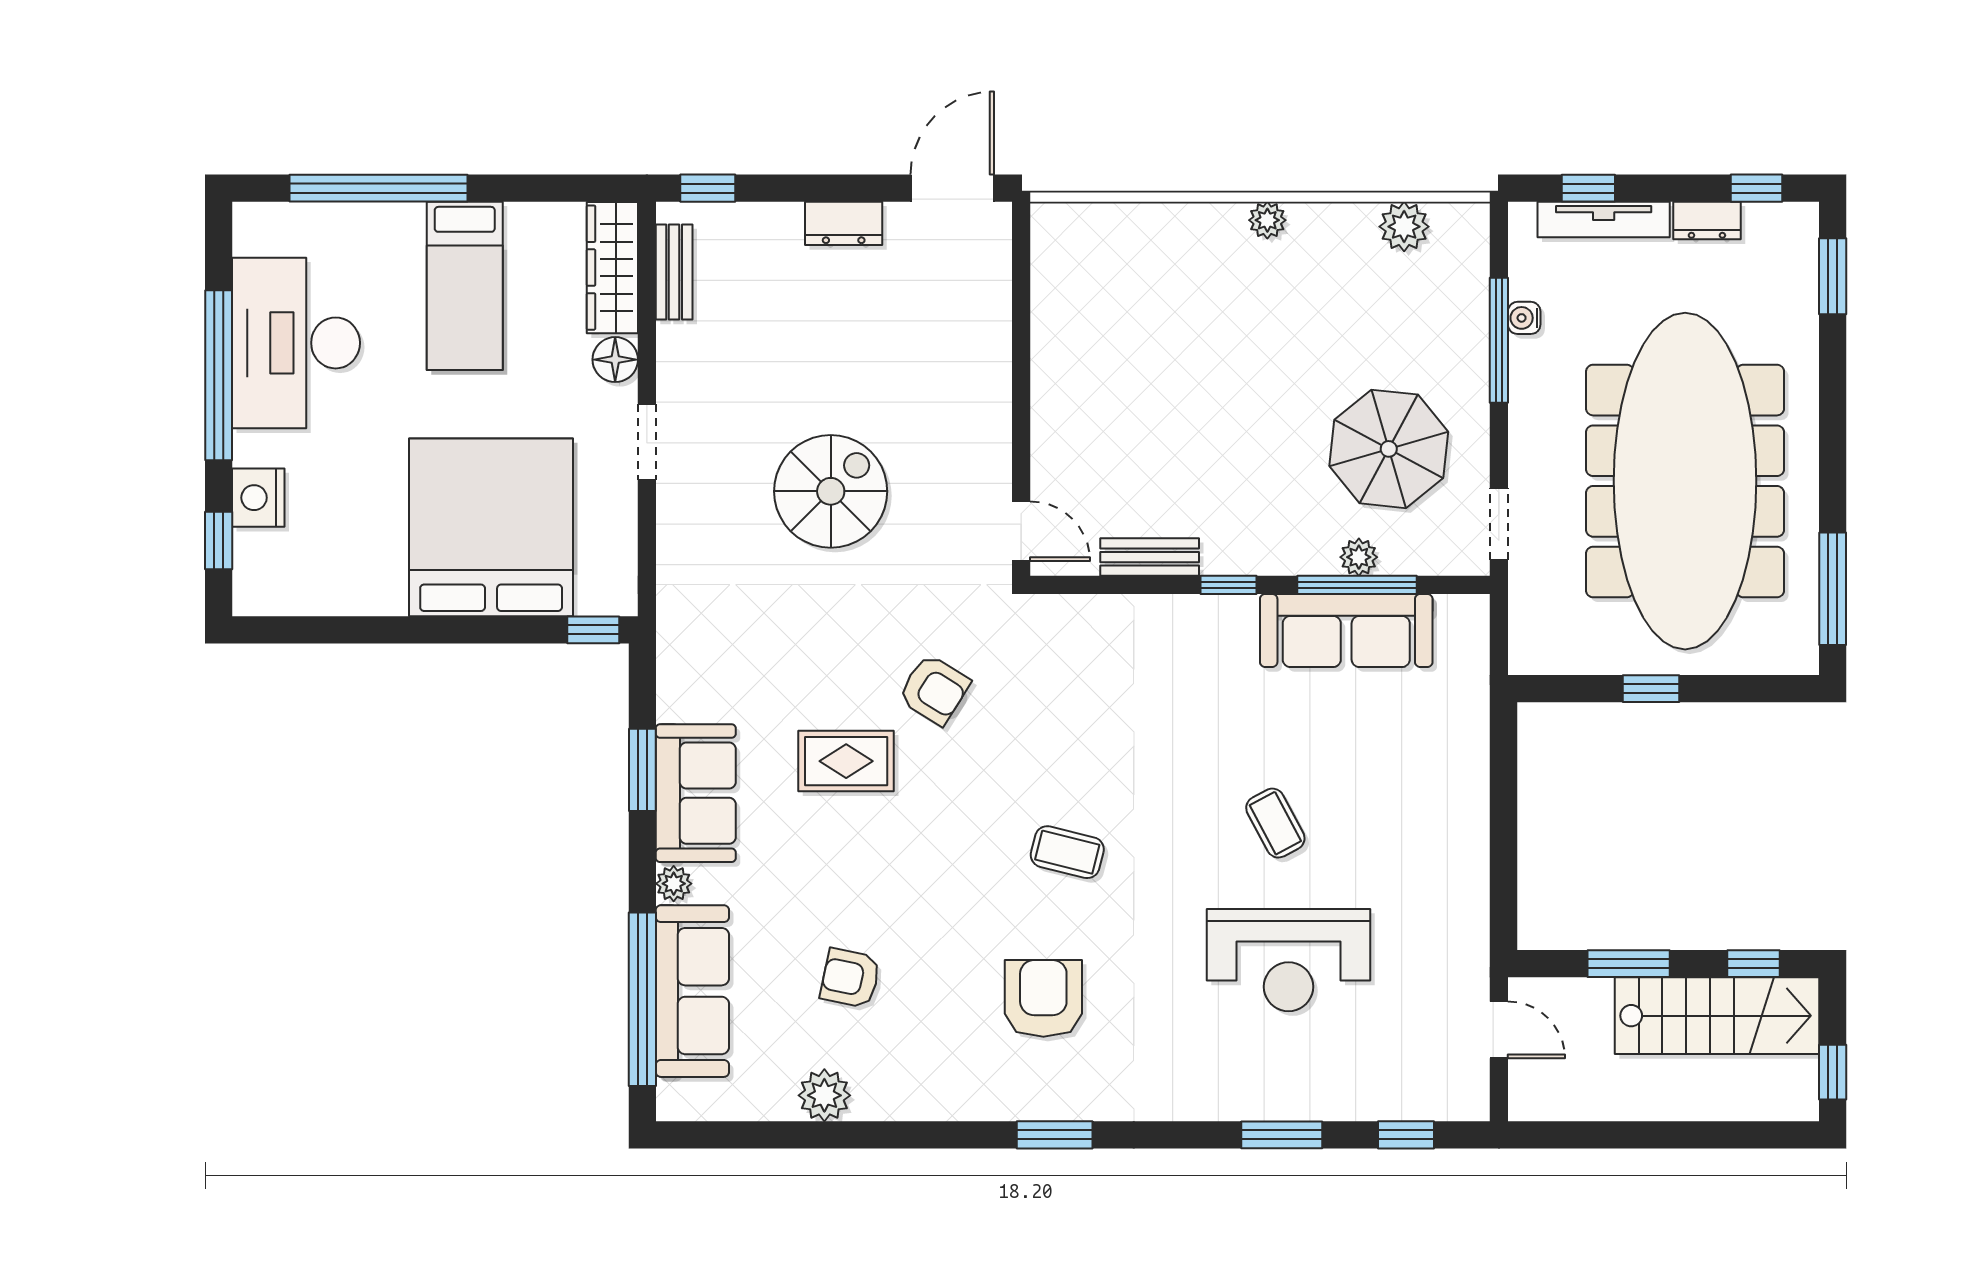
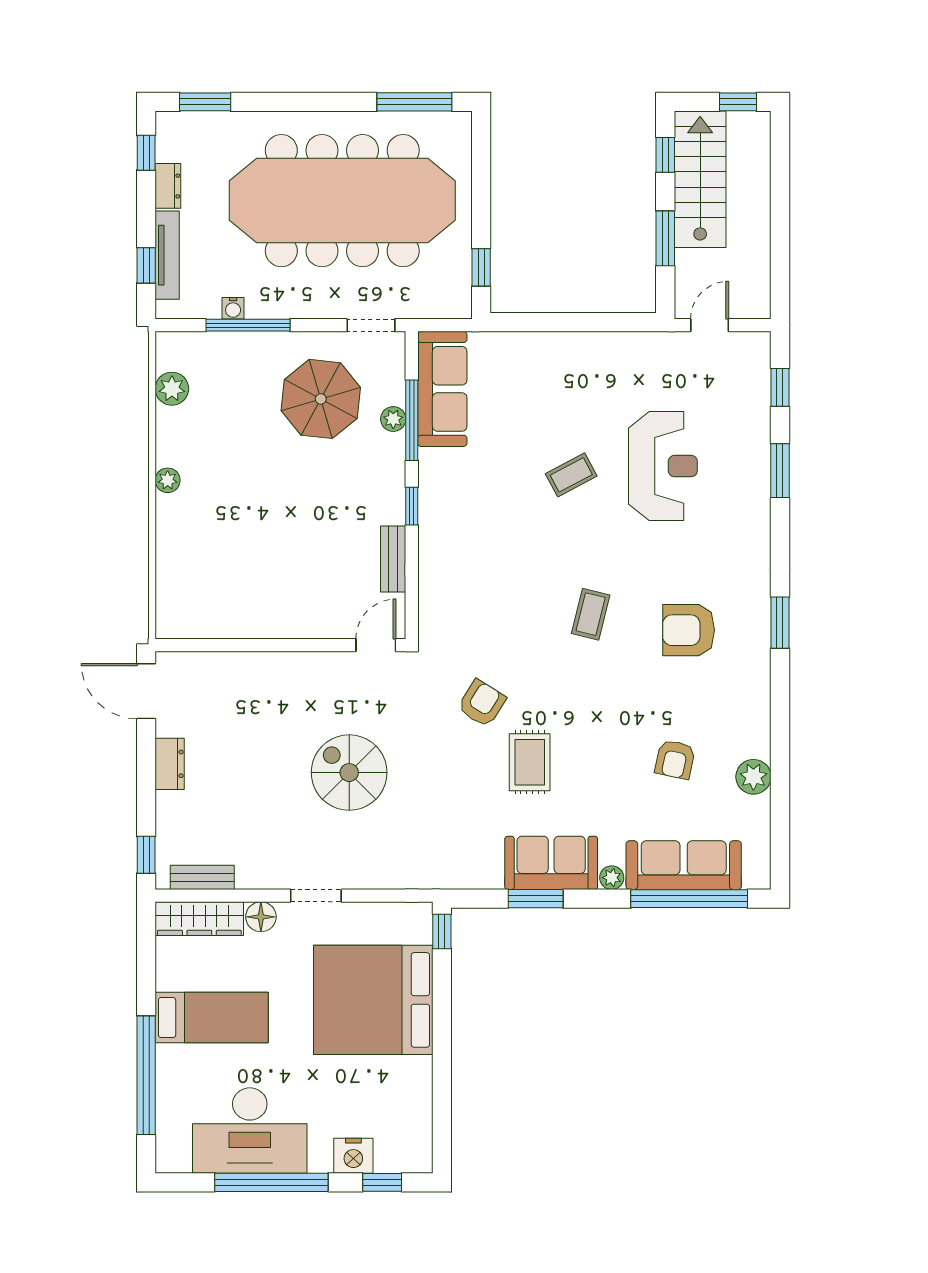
sofa: (1346, 631) -> (442, 389), moved
window: (1651, 689) -> (481, 267), moved

